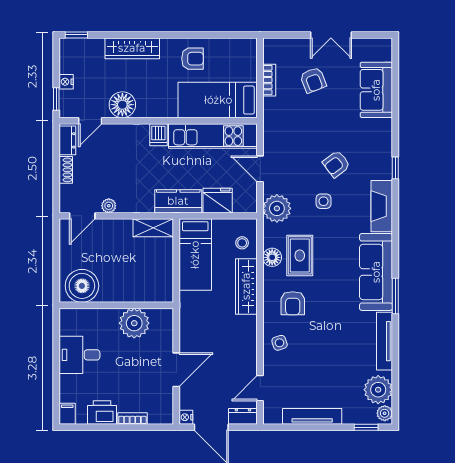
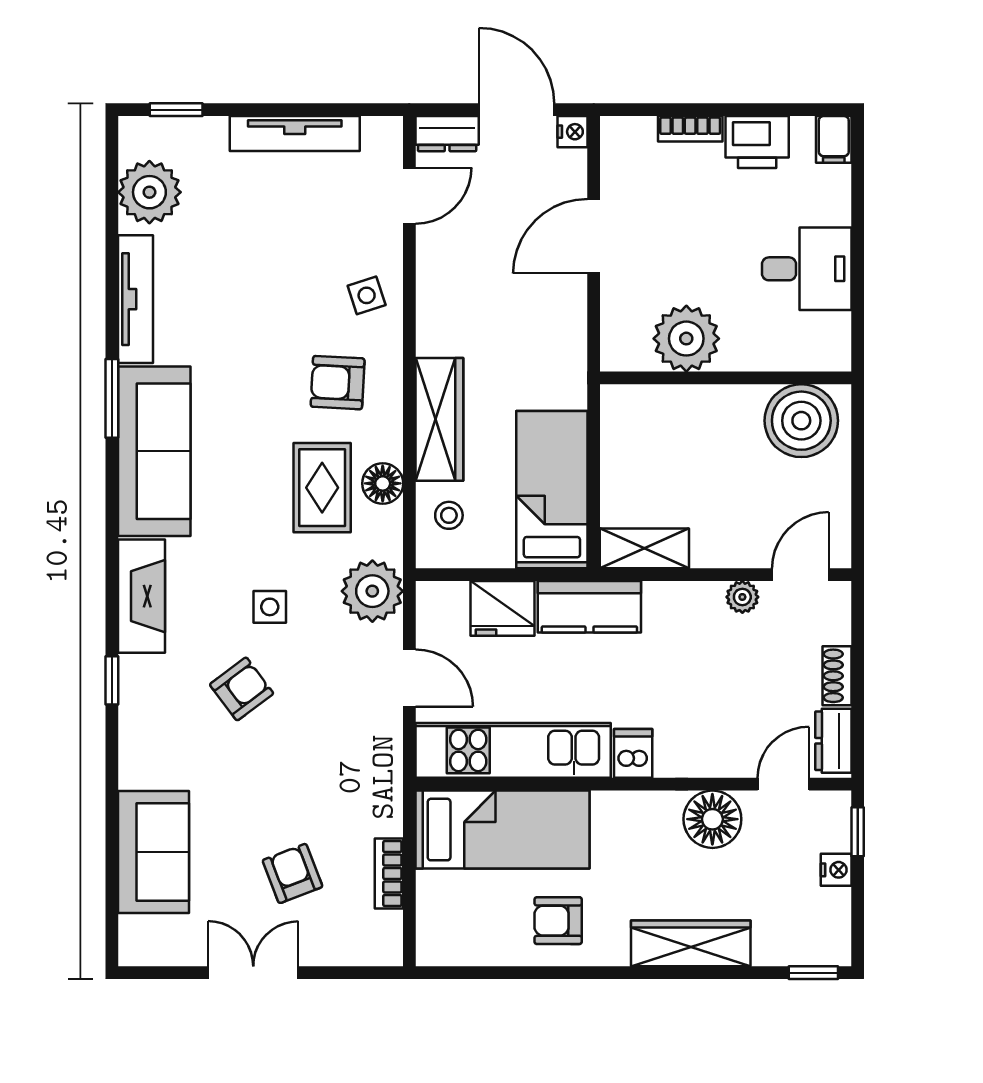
armchair: (293, 303) -> (338, 383), turned -87
plant: (385, 413) -> (135, 140), removed

